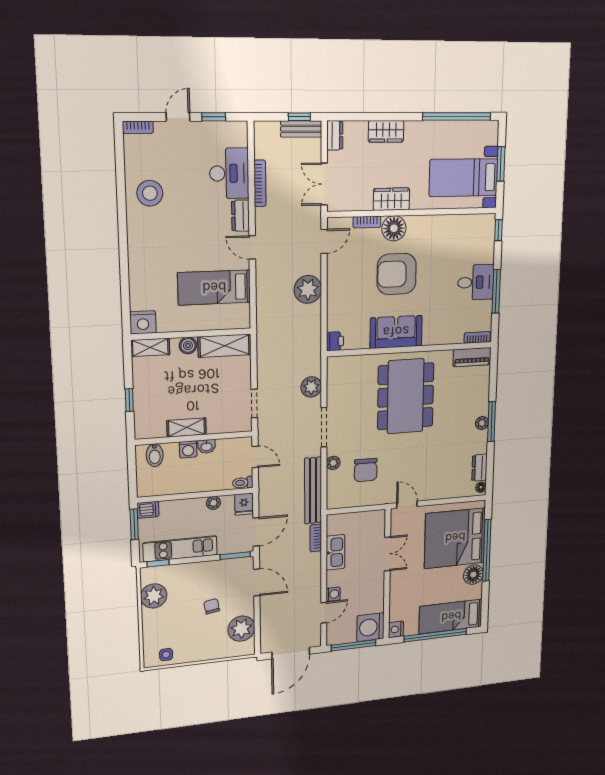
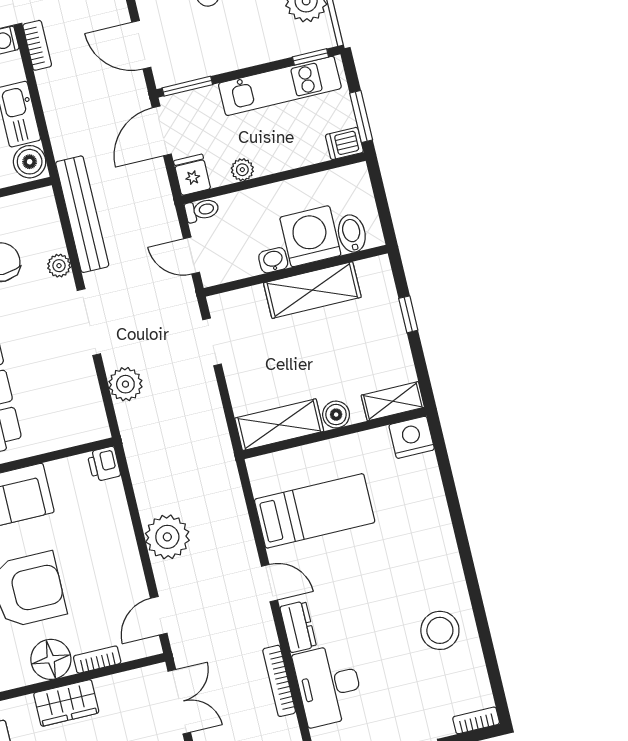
shelving: (187, 427) -> (312, 290), width x1.50, depth x1.33
washing machine: (188, 449) -> (310, 236), width x1.89, depth x1.89
boiler: (336, 525) -> (30, 162), added
bookcase: (316, 538) -> (37, 45), moved

